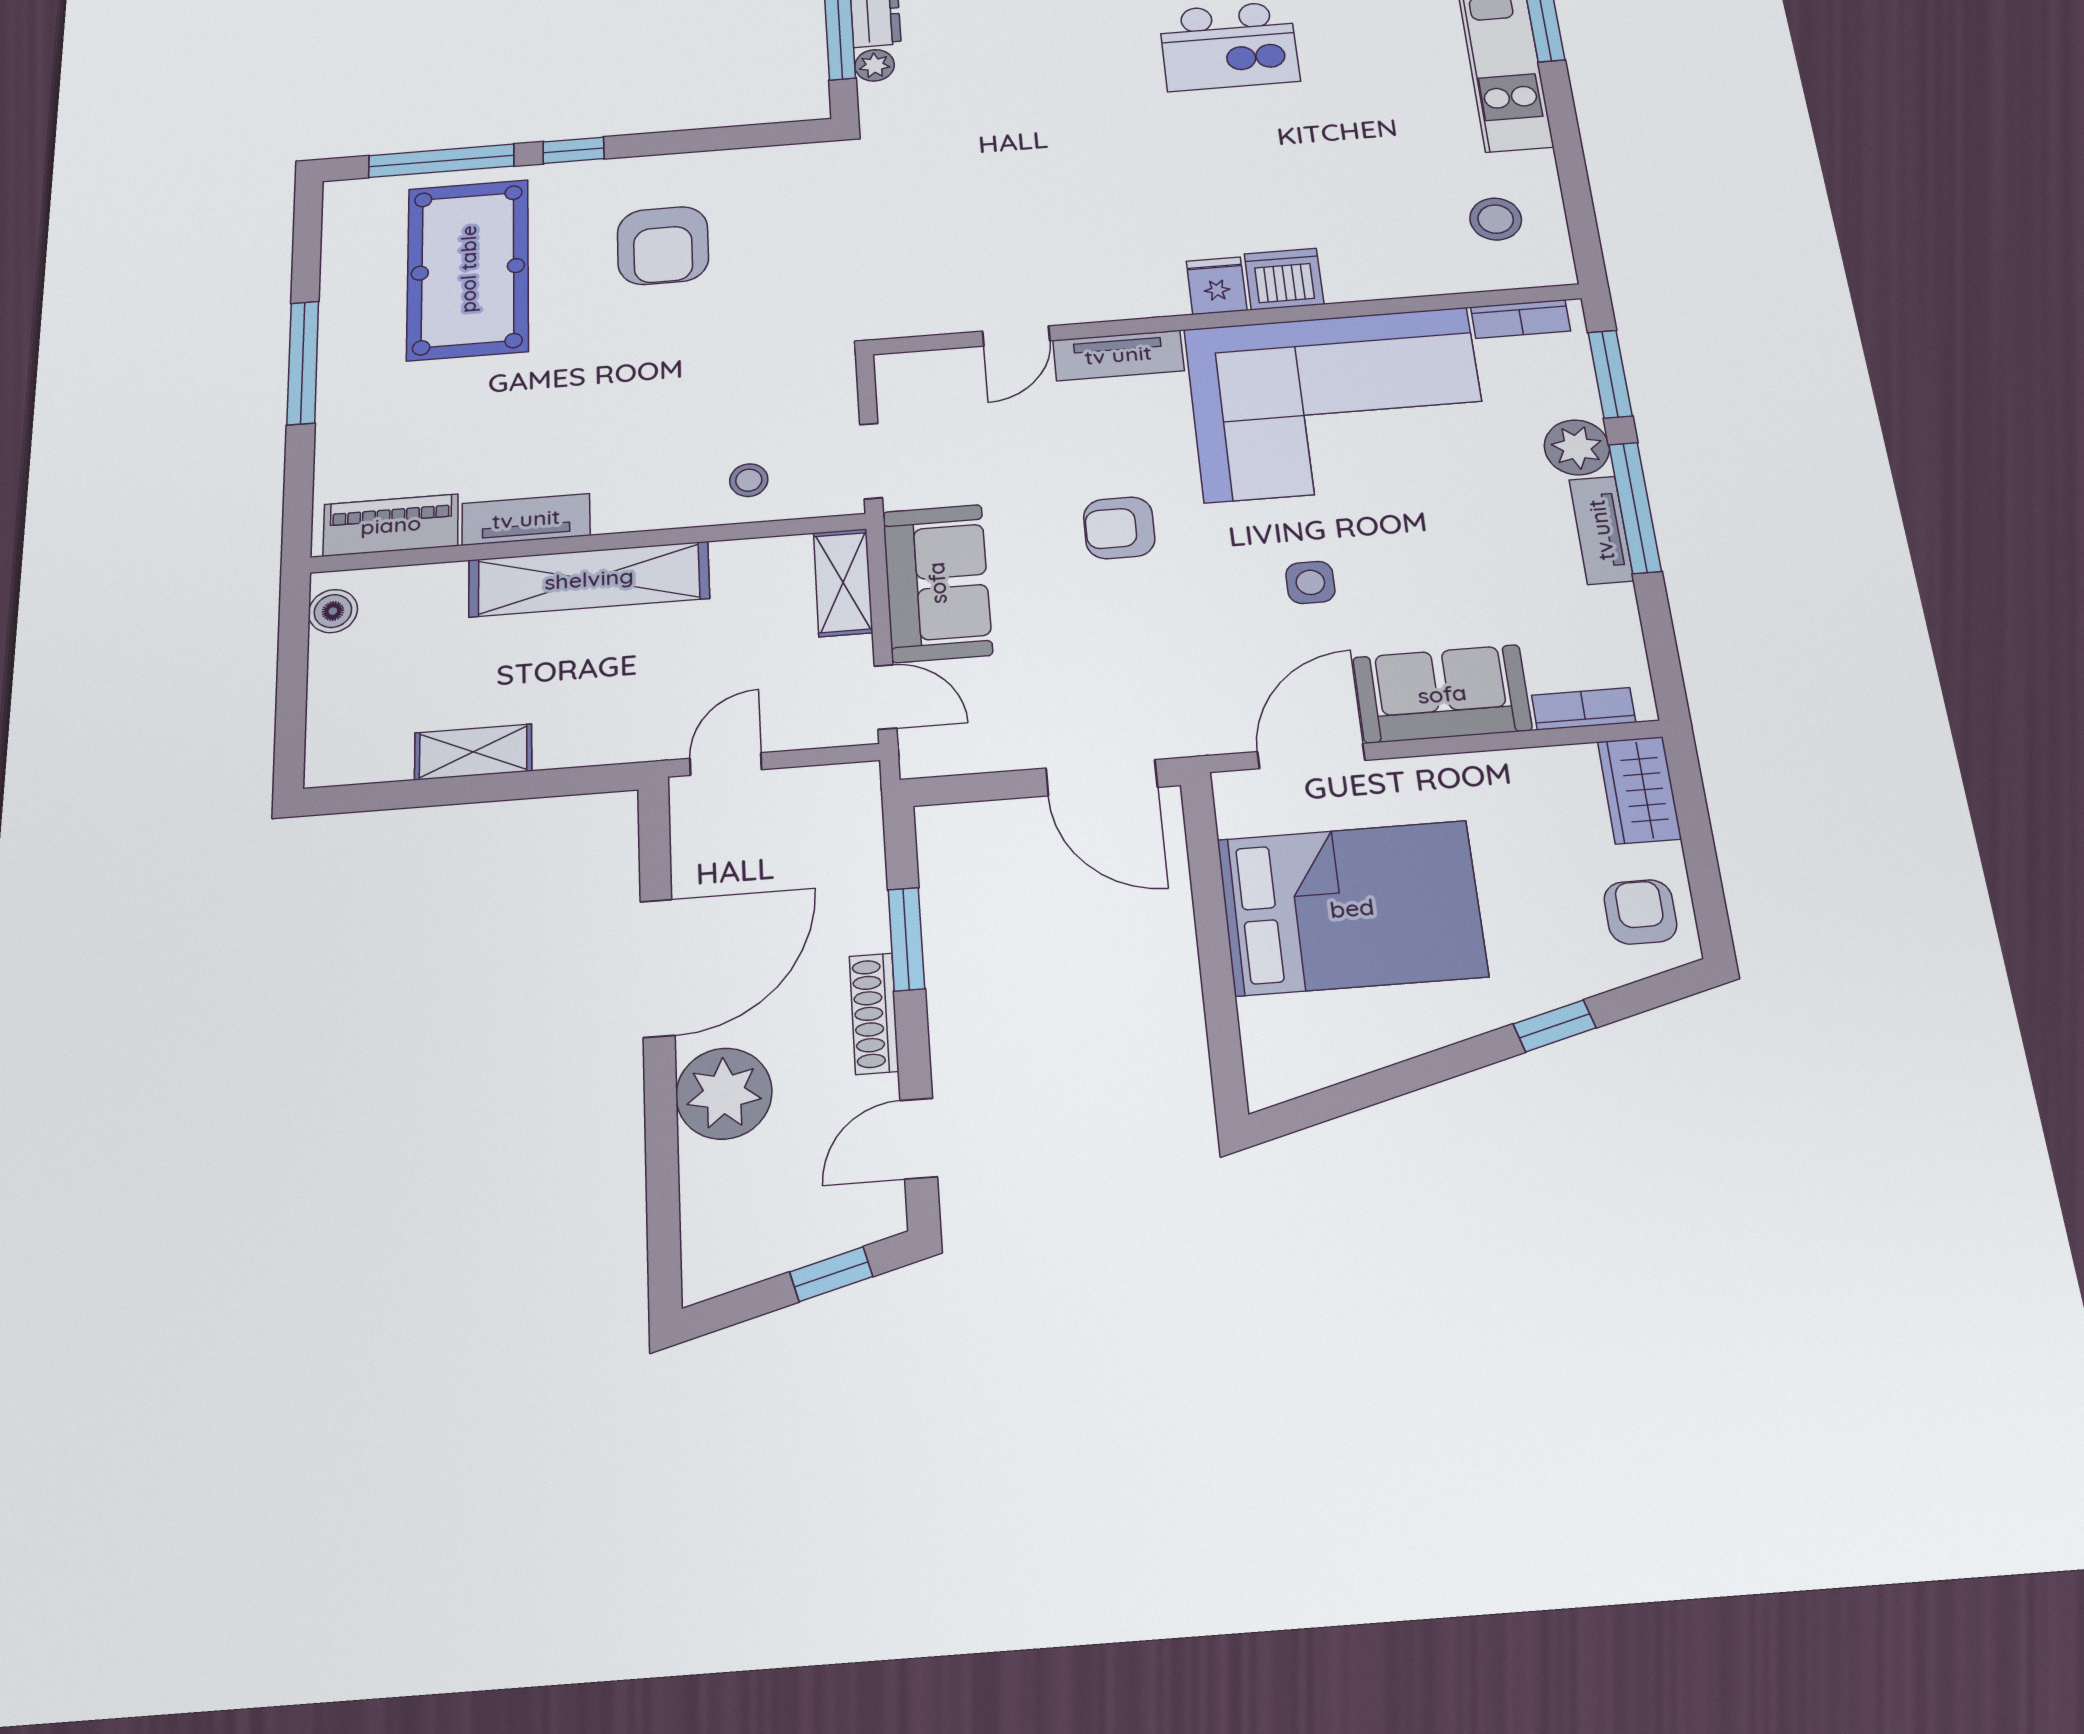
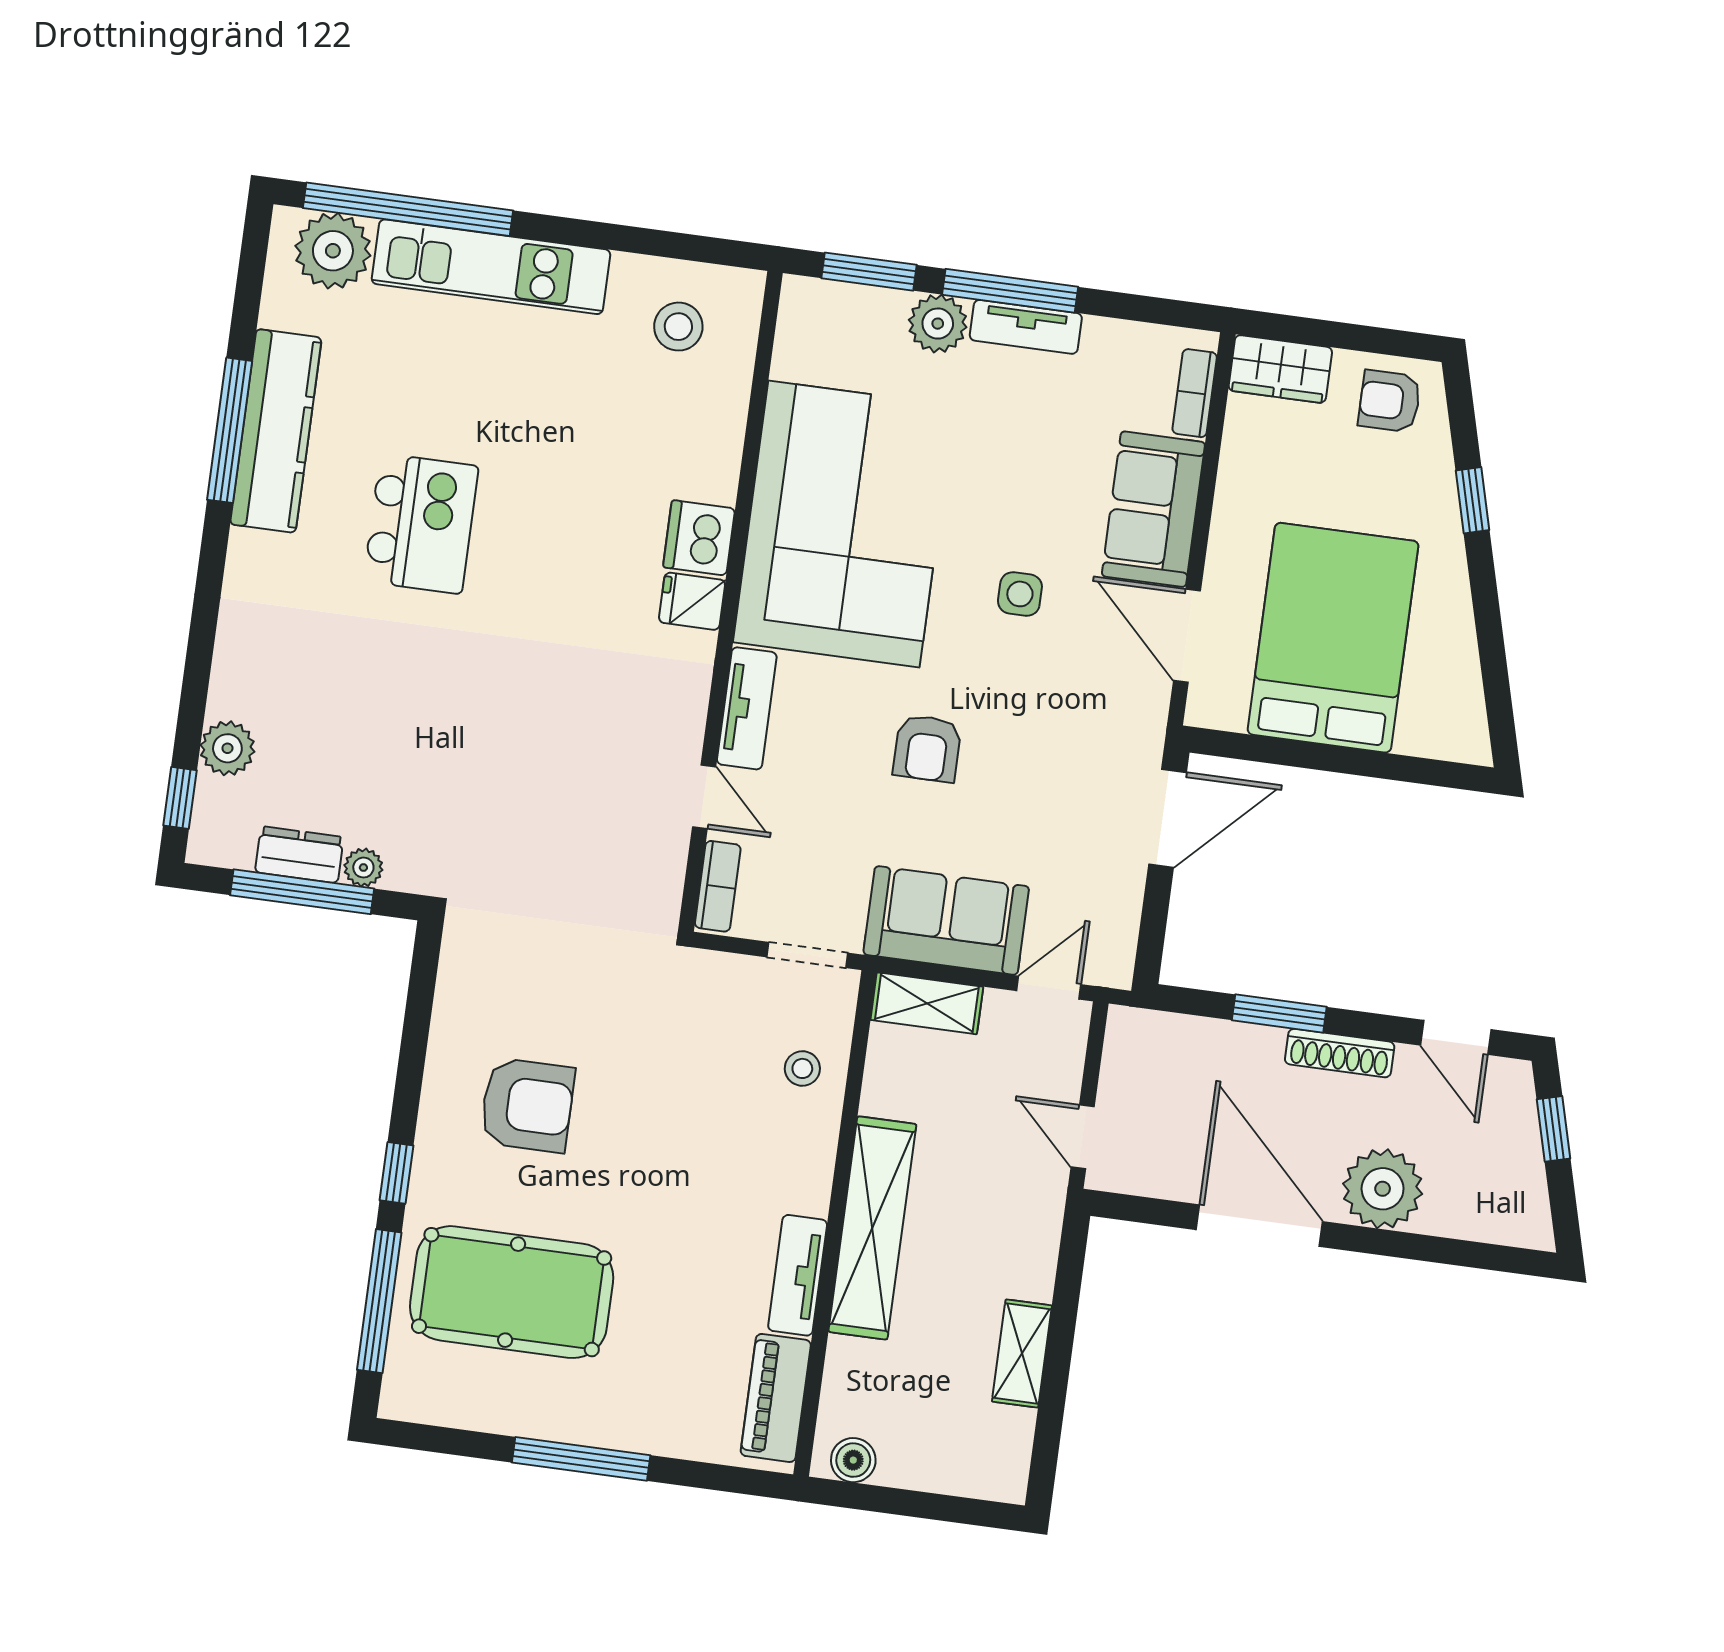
bookcase: (1521, 319) -> (718, 886), moved

